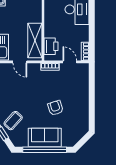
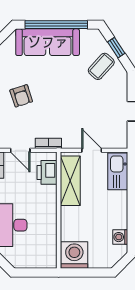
armchair: (55, 108) -> (21, 96), moved
sofa: (45, 137) -> (48, 42), width x1.36

